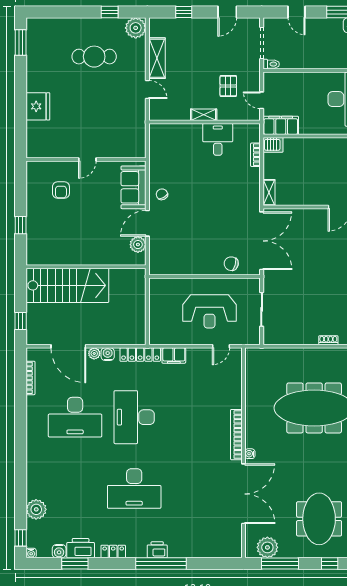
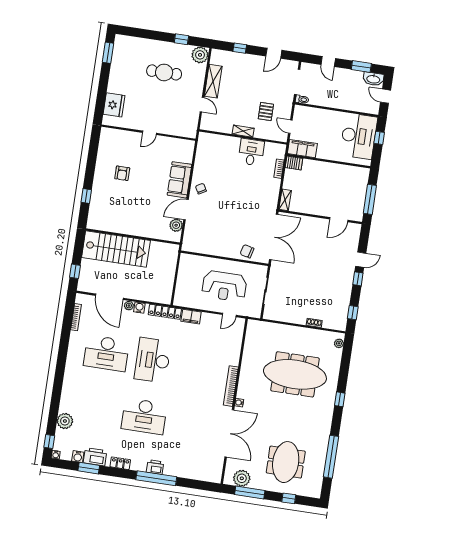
wall: (86, 160) -> (148, 133), moved
door: (87, 160) -> (149, 133), moved

